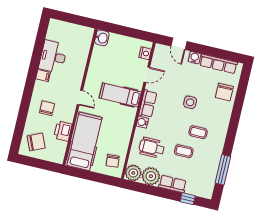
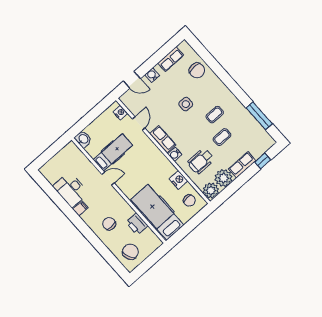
row of seats: (219, 64) -> (171, 59), width x0.68
hospital bed: (120, 95) -> (113, 152), moved, turned 180
door: (80, 98) -> (108, 179), moved
nightstand: (123, 140) -> (178, 180), added

